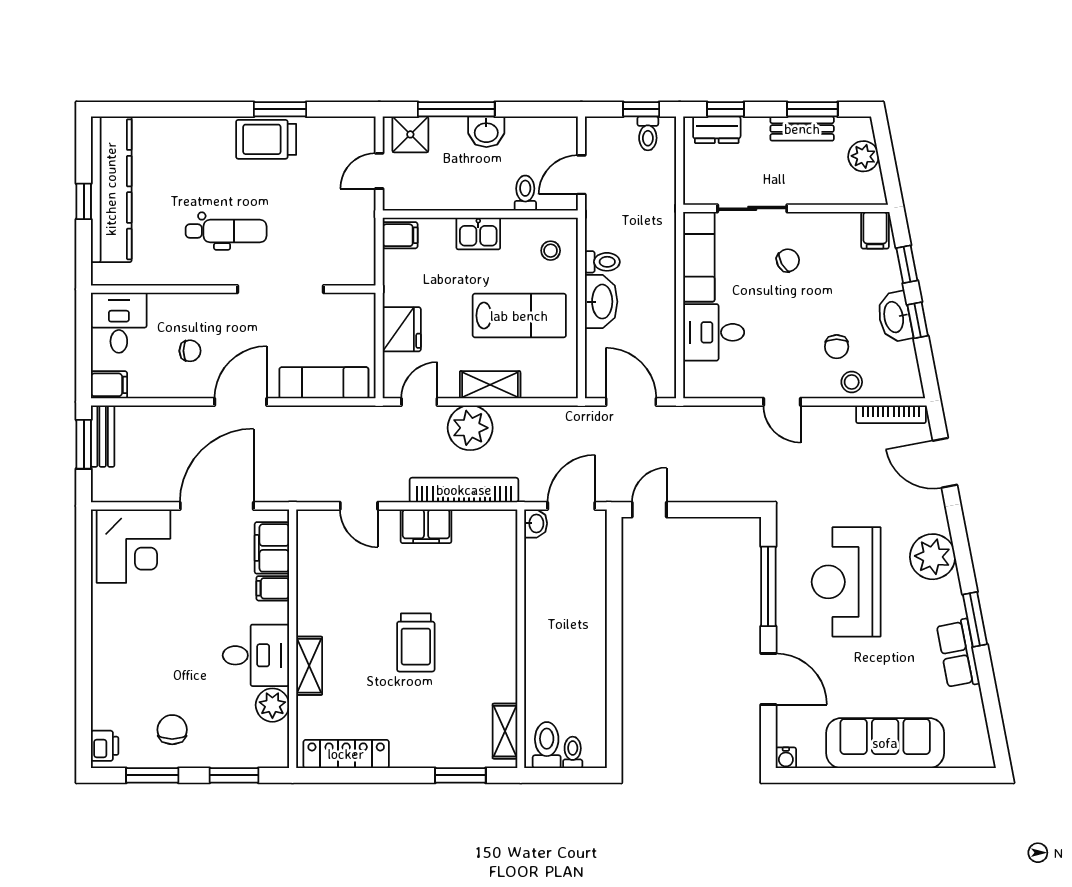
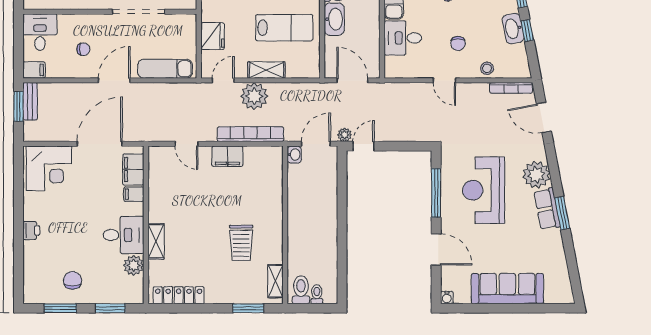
chair: (837, 347) -> (458, 43), moved
plant: (618, 491) -> (345, 135), added
trolley: (416, 642) -> (241, 243), moved
row of seats: (958, 654) -> (547, 209), moved
printer: (105, 746) -> (31, 231), moved

